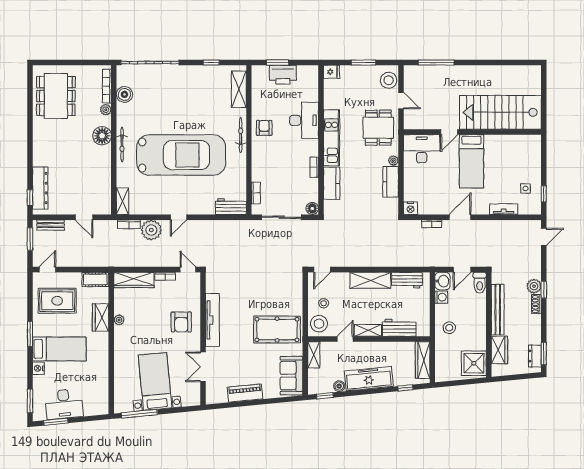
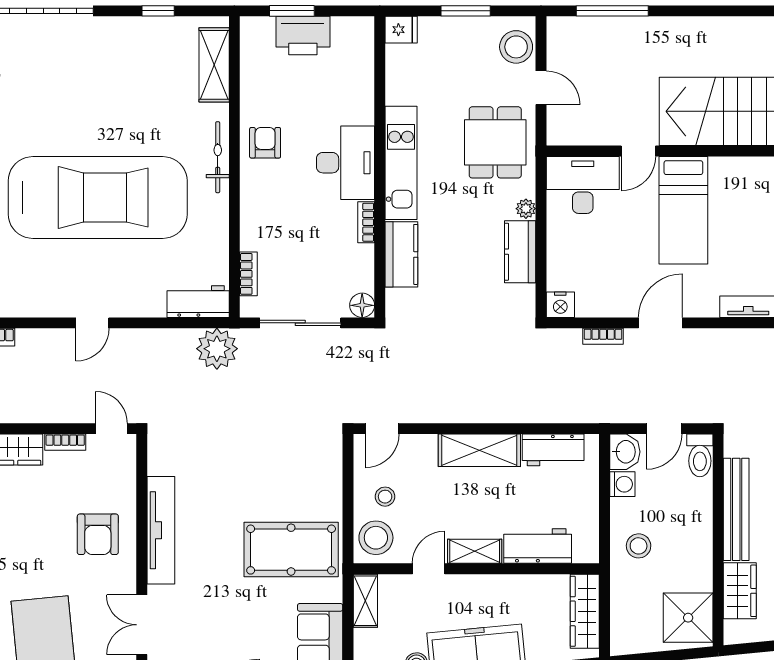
desk: (304, 120) -> (346, 163), moved
plant: (151, 230) -> (217, 349), moved

